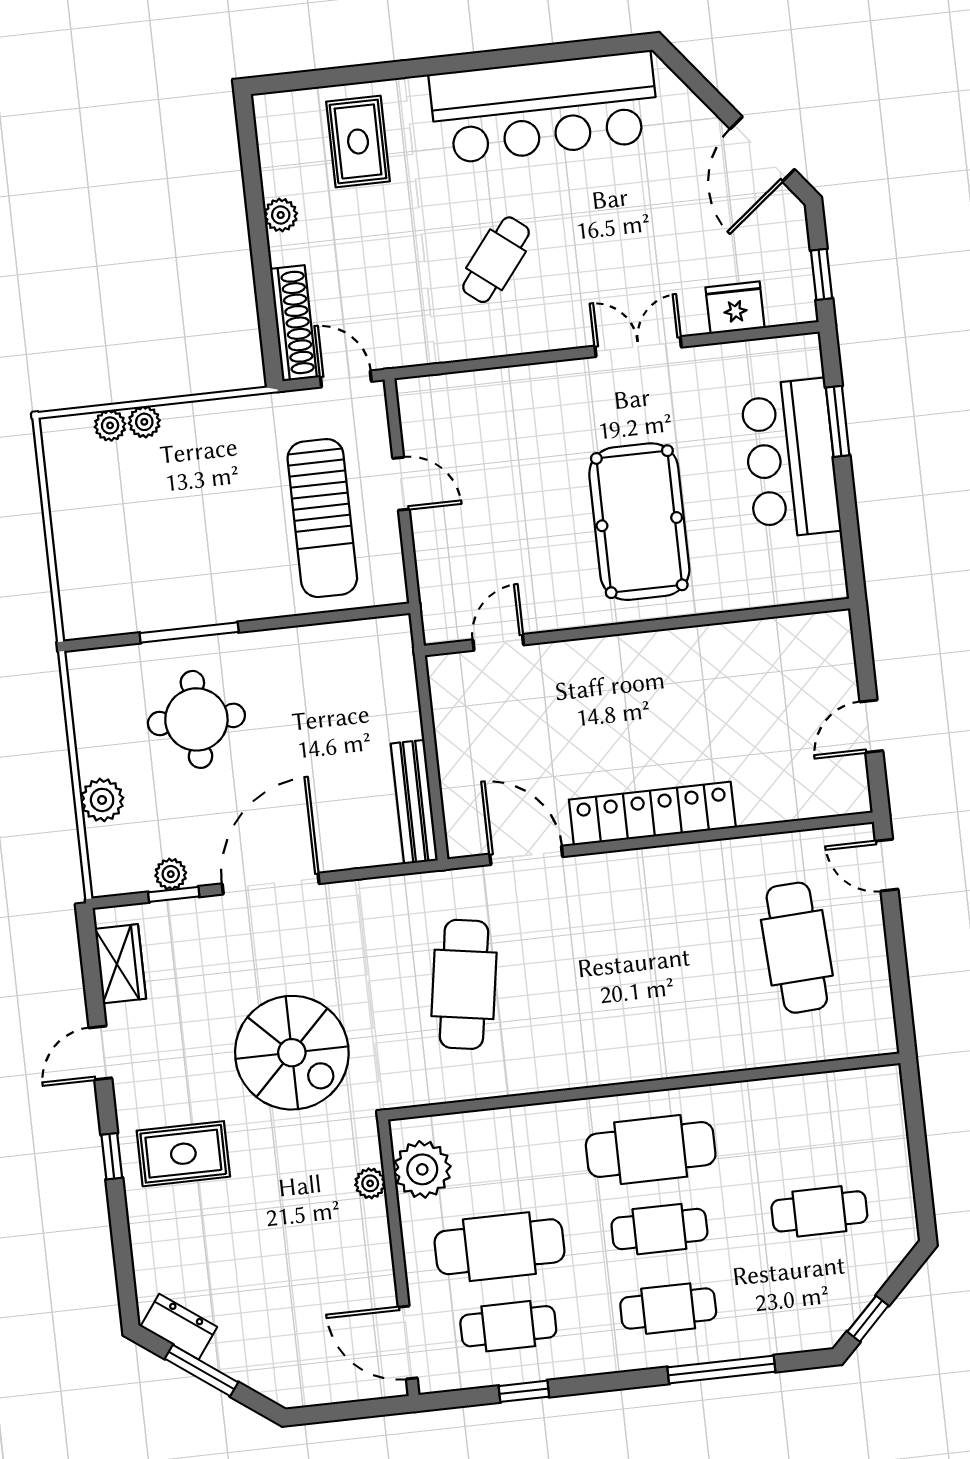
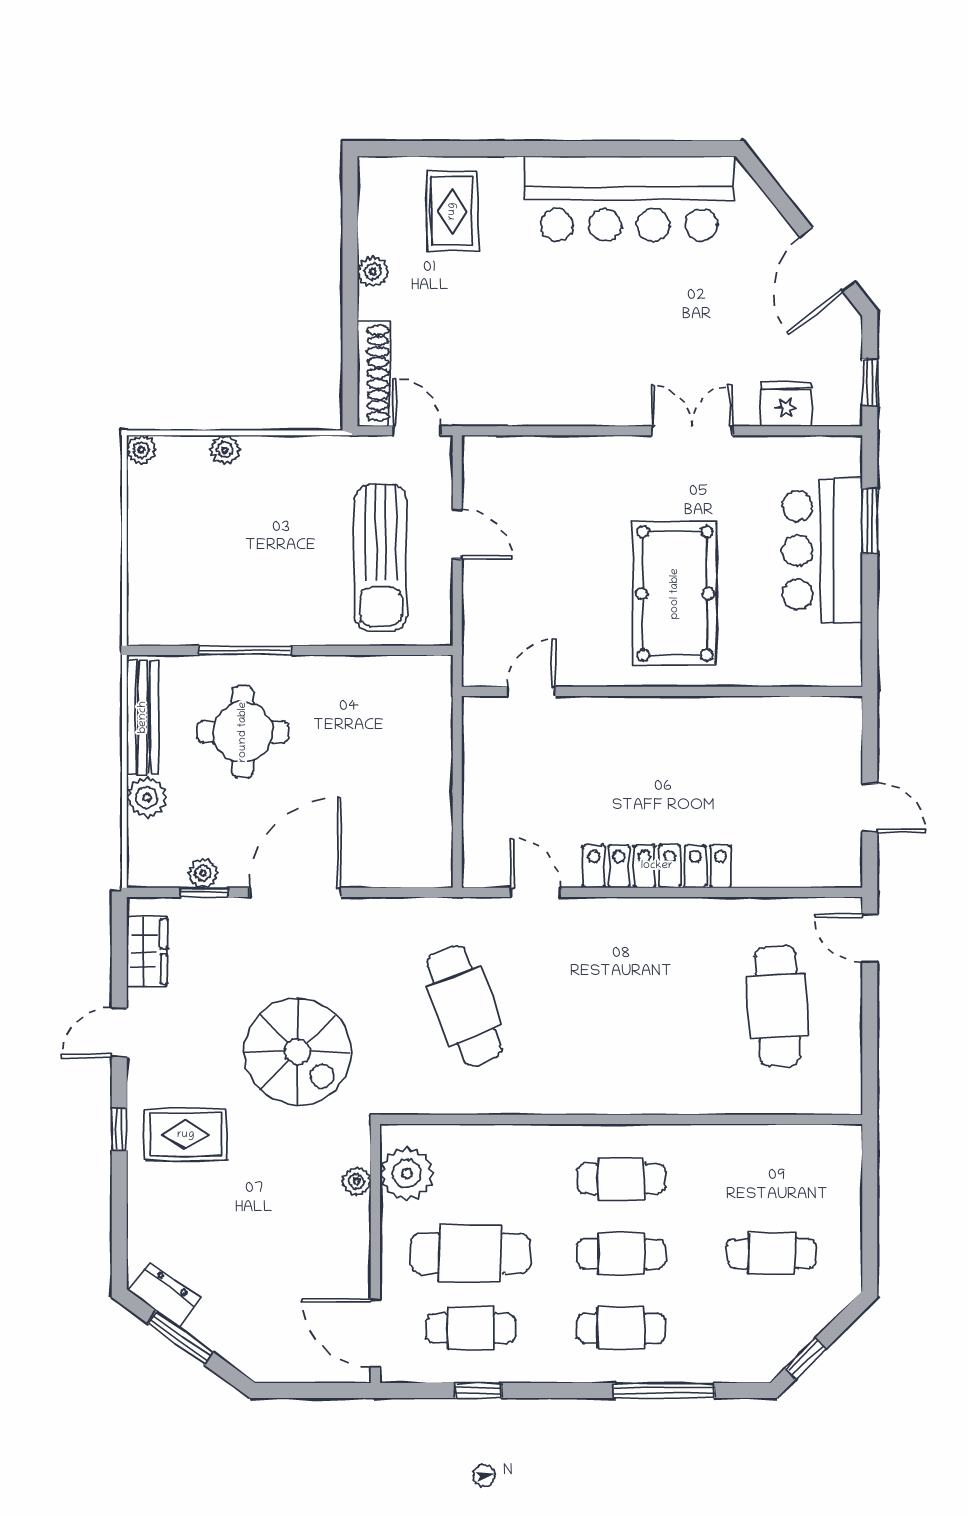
cafe table: (496, 260) -> (569, 335), removed
plant: (110, 425) -> (141, 450), moved
door: (871, 726) -> (870, 808), swing flipped
bench: (414, 802) -> (143, 717), moved
door: (526, 855) -> (536, 892), width x0.73
cafe table: (464, 984) -> (464, 1006), turned -30
cafe table: (651, 1150) -> (621, 1179), width x0.73, depth x0.74

